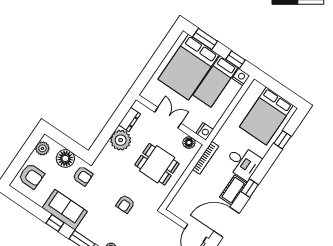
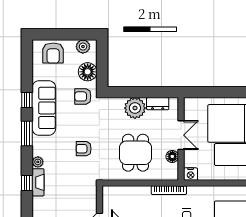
floor lamp: (189, 143) -> (172, 156), moved
armchair: (83, 176) -> (83, 96), turned 90
sofa: (65, 210) -> (44, 108), width x1.36

